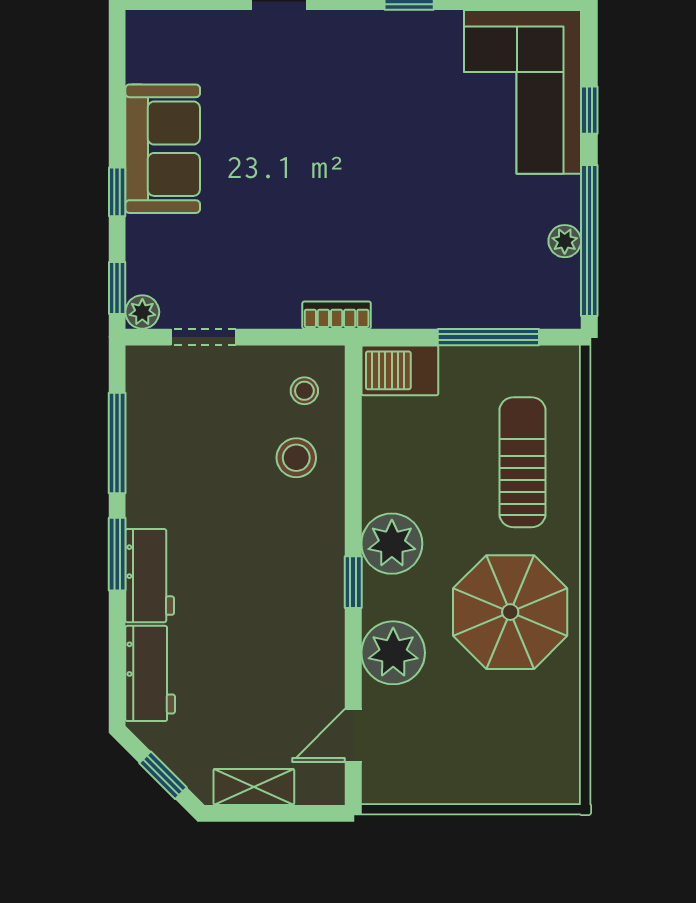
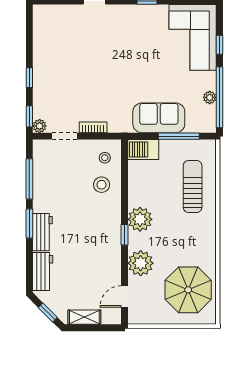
sofa: (163, 149) -> (159, 118), moved, turned -90
bookcase: (337, 315) -> (93, 127), moved
parasol: (510, 612) -> (188, 290), moved

